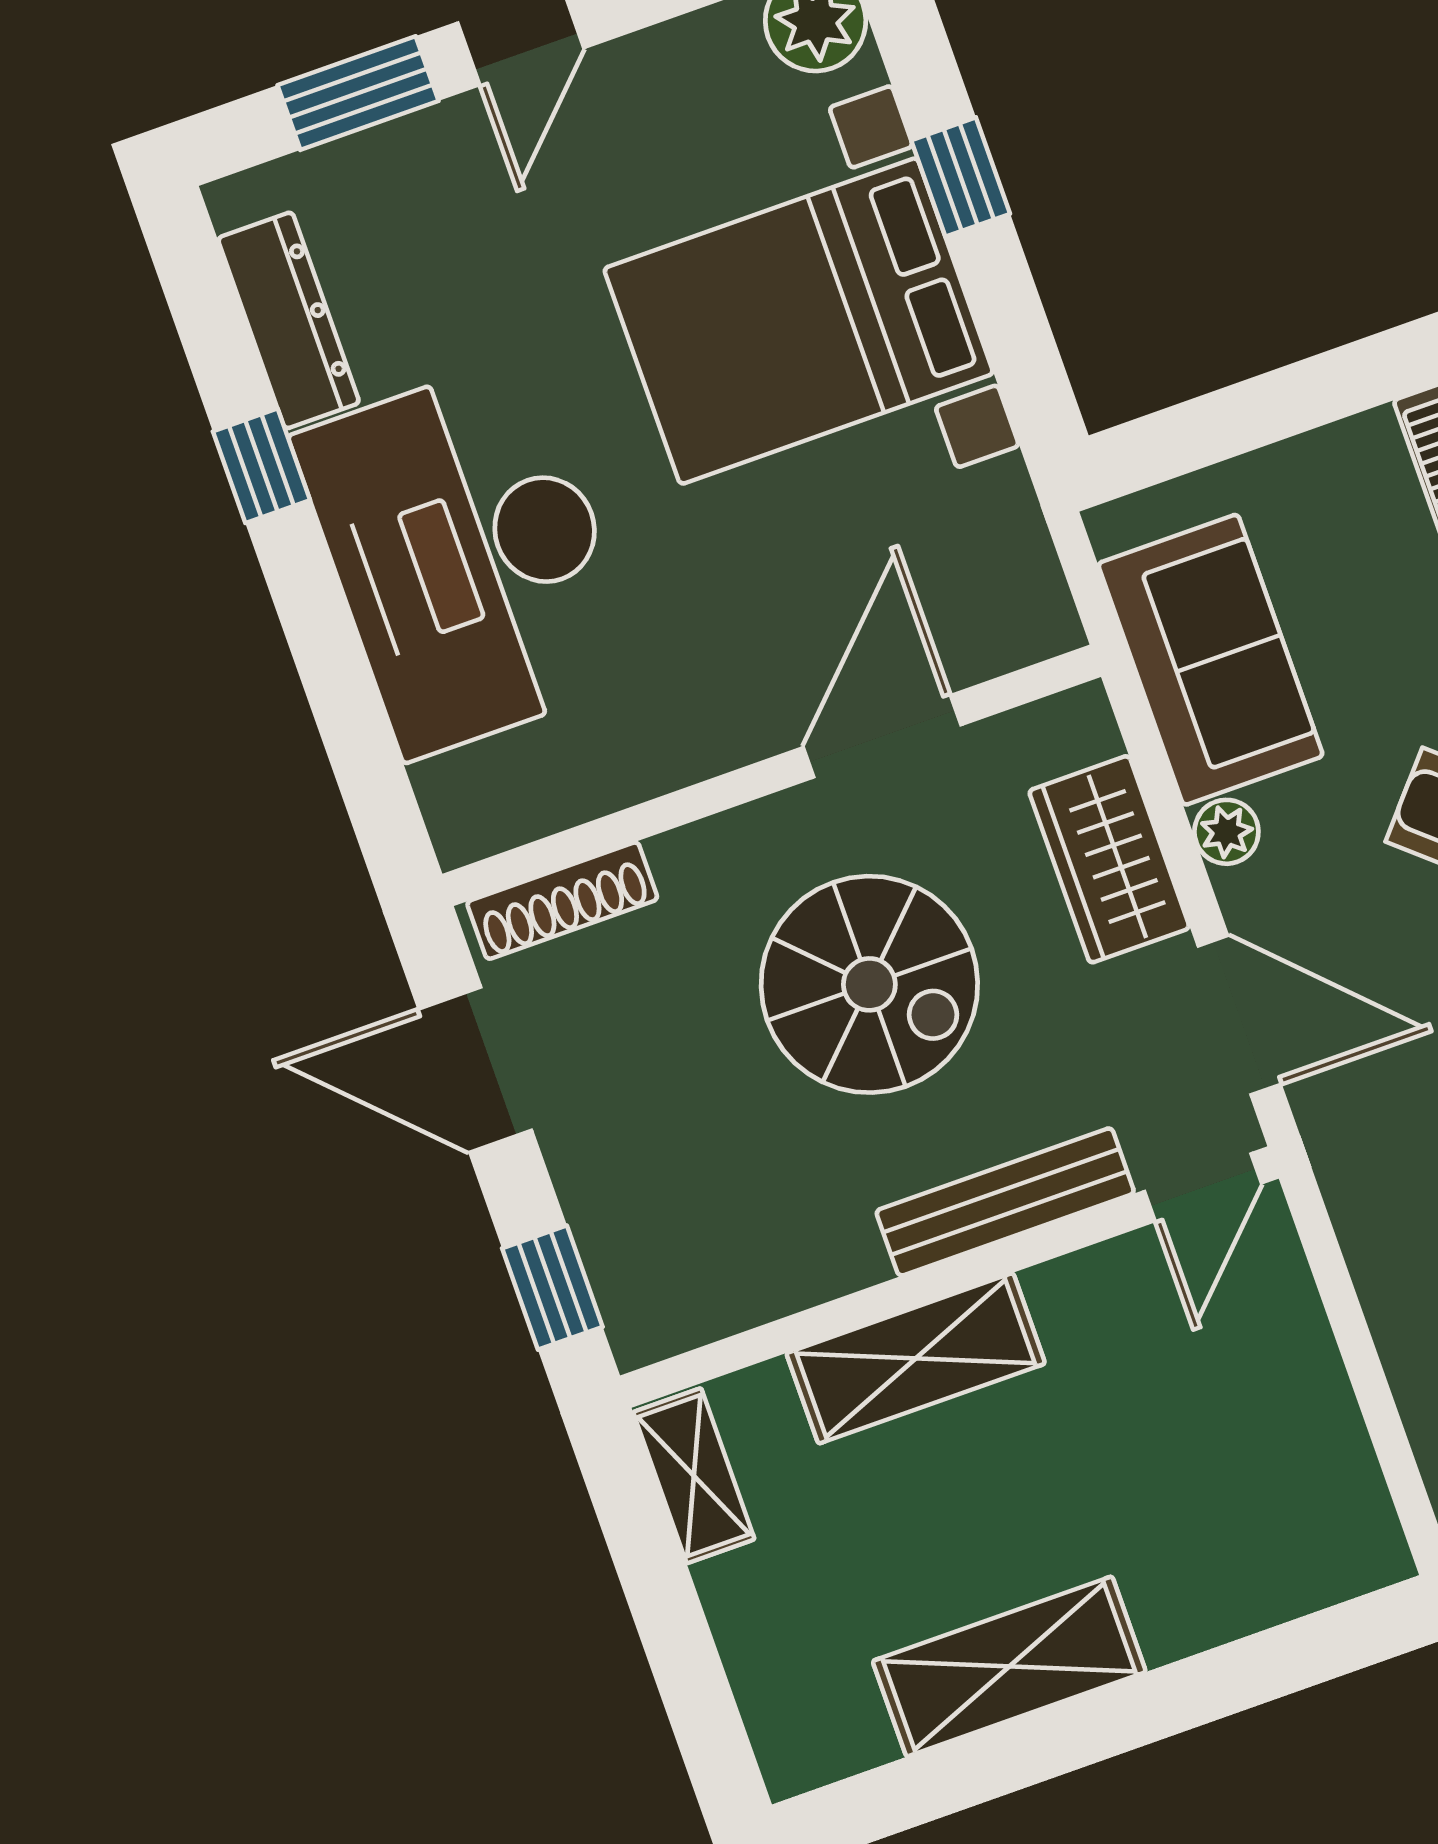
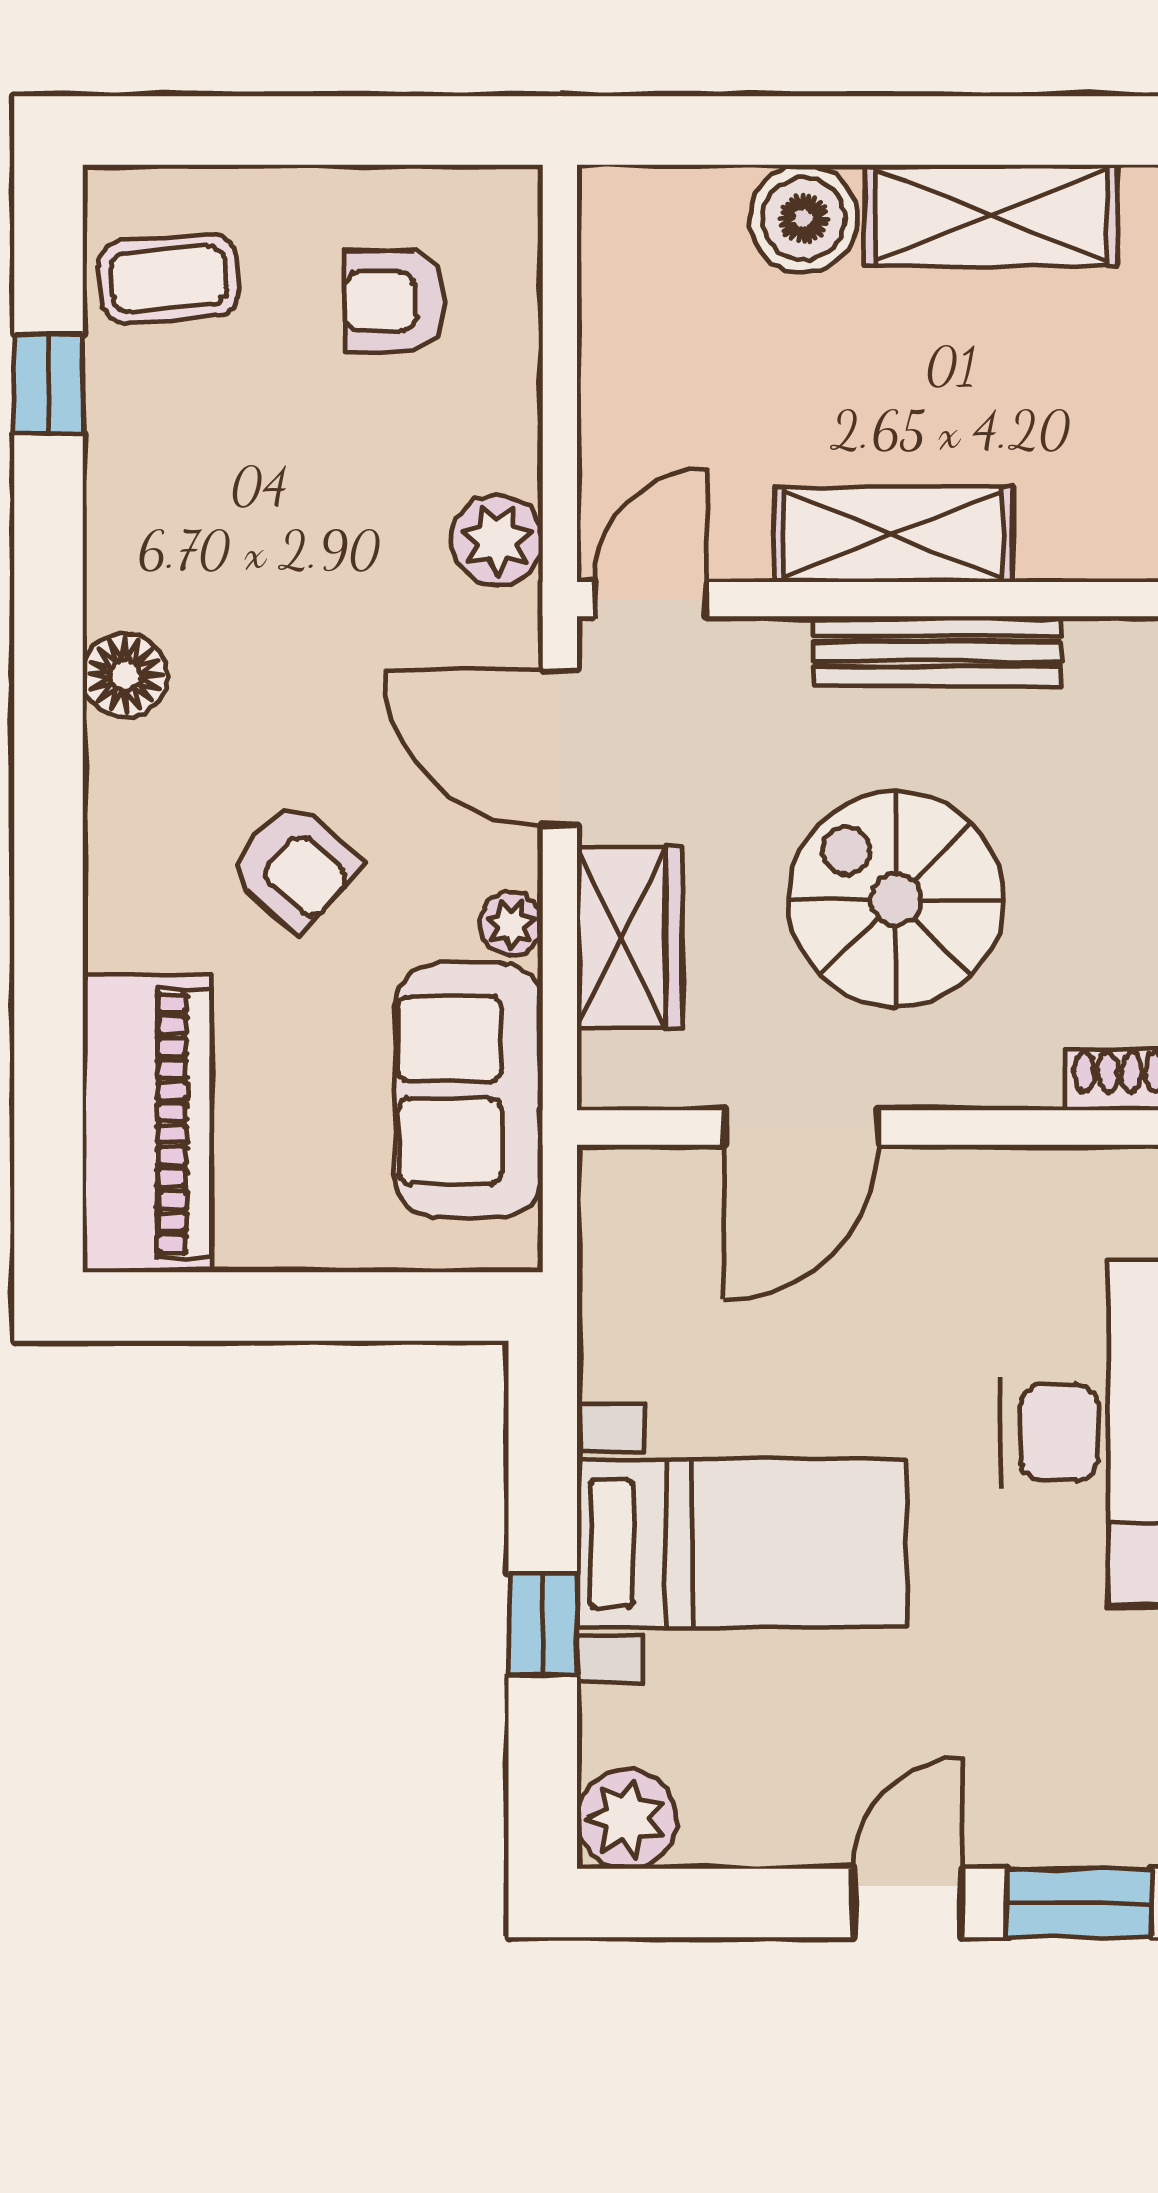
bed with nightstands: (799, 321) -> (742, 1544), width x0.73
plant: (1369, 1192) -> (497, 540), added
bench: (1005, 1202) -> (937, 651), moved
shelving: (916, 1358) -> (893, 534), moved
boiler: (1186, 1600) -> (804, 219), added

